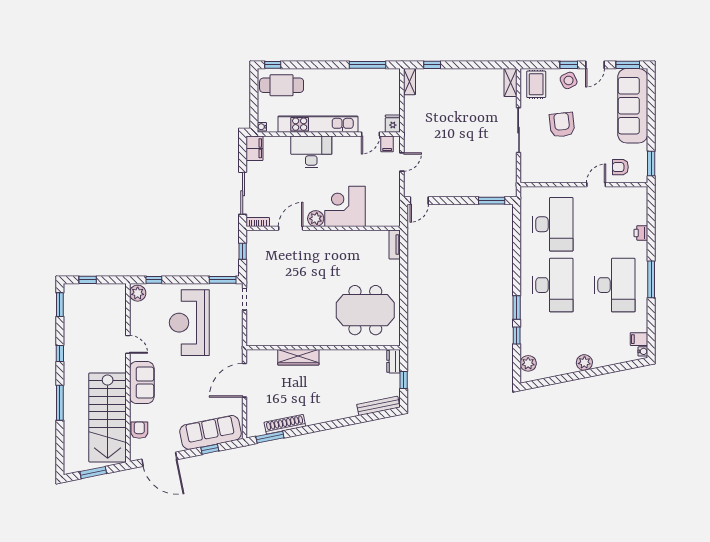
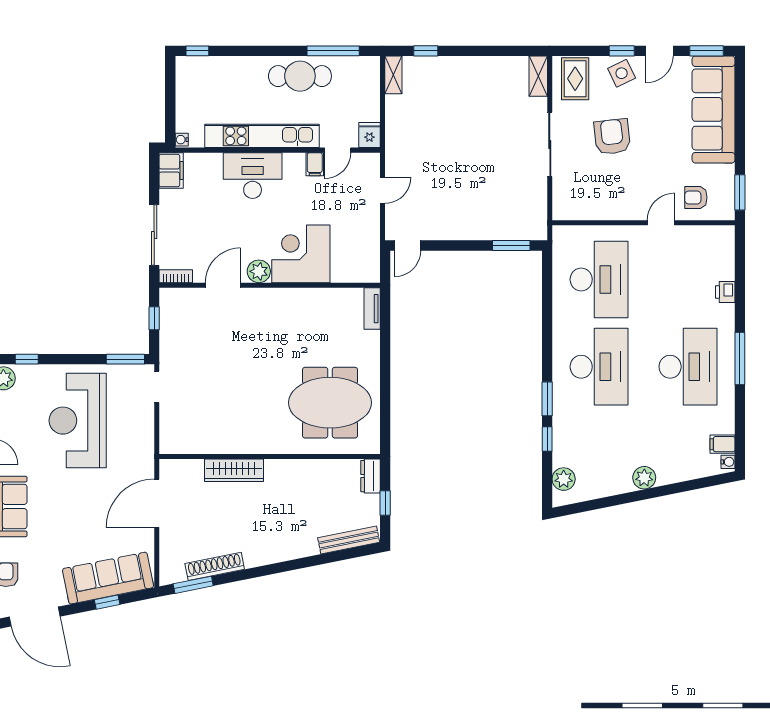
cafe table: (282, 85) -> (300, 76), moved
filing cabinet: (387, 144) -> (315, 164), moved

